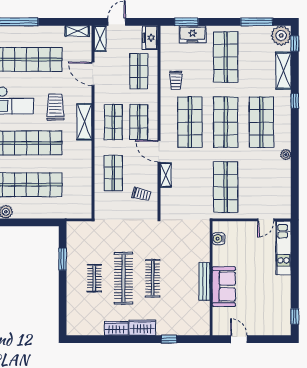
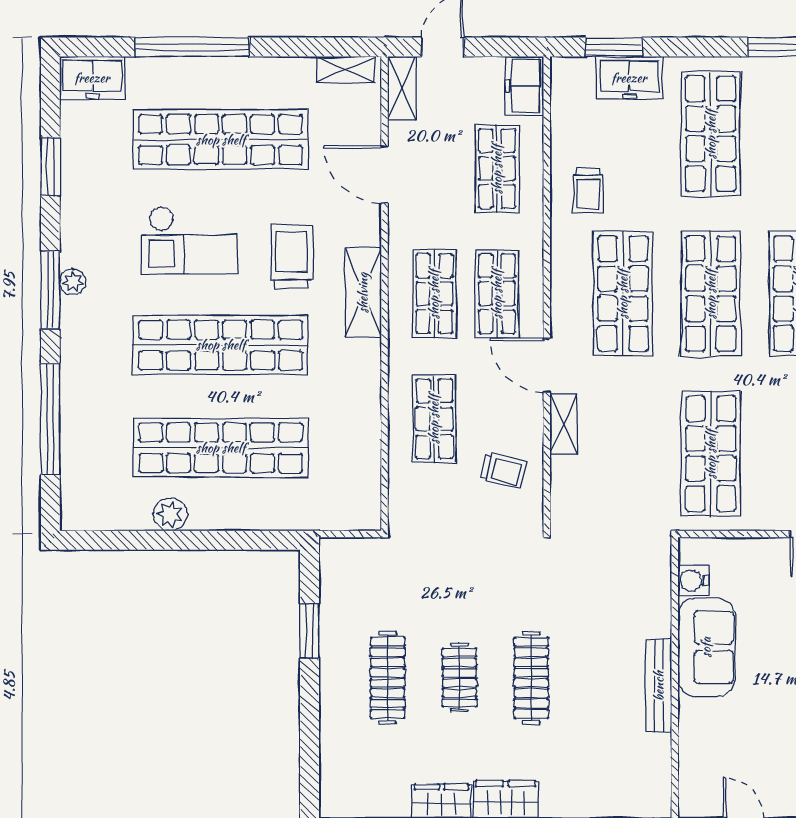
clothes rail: (94, 278) -> (388, 678), width x1.36
clothes rail: (123, 278) -> (459, 678), width x0.54, depth x0.76
sofa: (224, 287) -> (706, 647), moved

